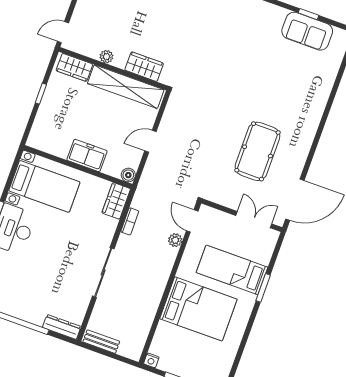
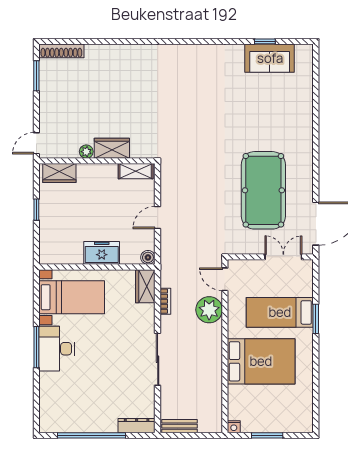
wardrobe: (144, 67) -> (112, 148), moved
shelving: (126, 87) -> (136, 171), width x0.45, depth x0.75
pool table: (257, 151) -> (263, 190), width x1.36, depth x1.32
plant: (175, 240) -> (209, 310), width x1.88, depth x1.88

